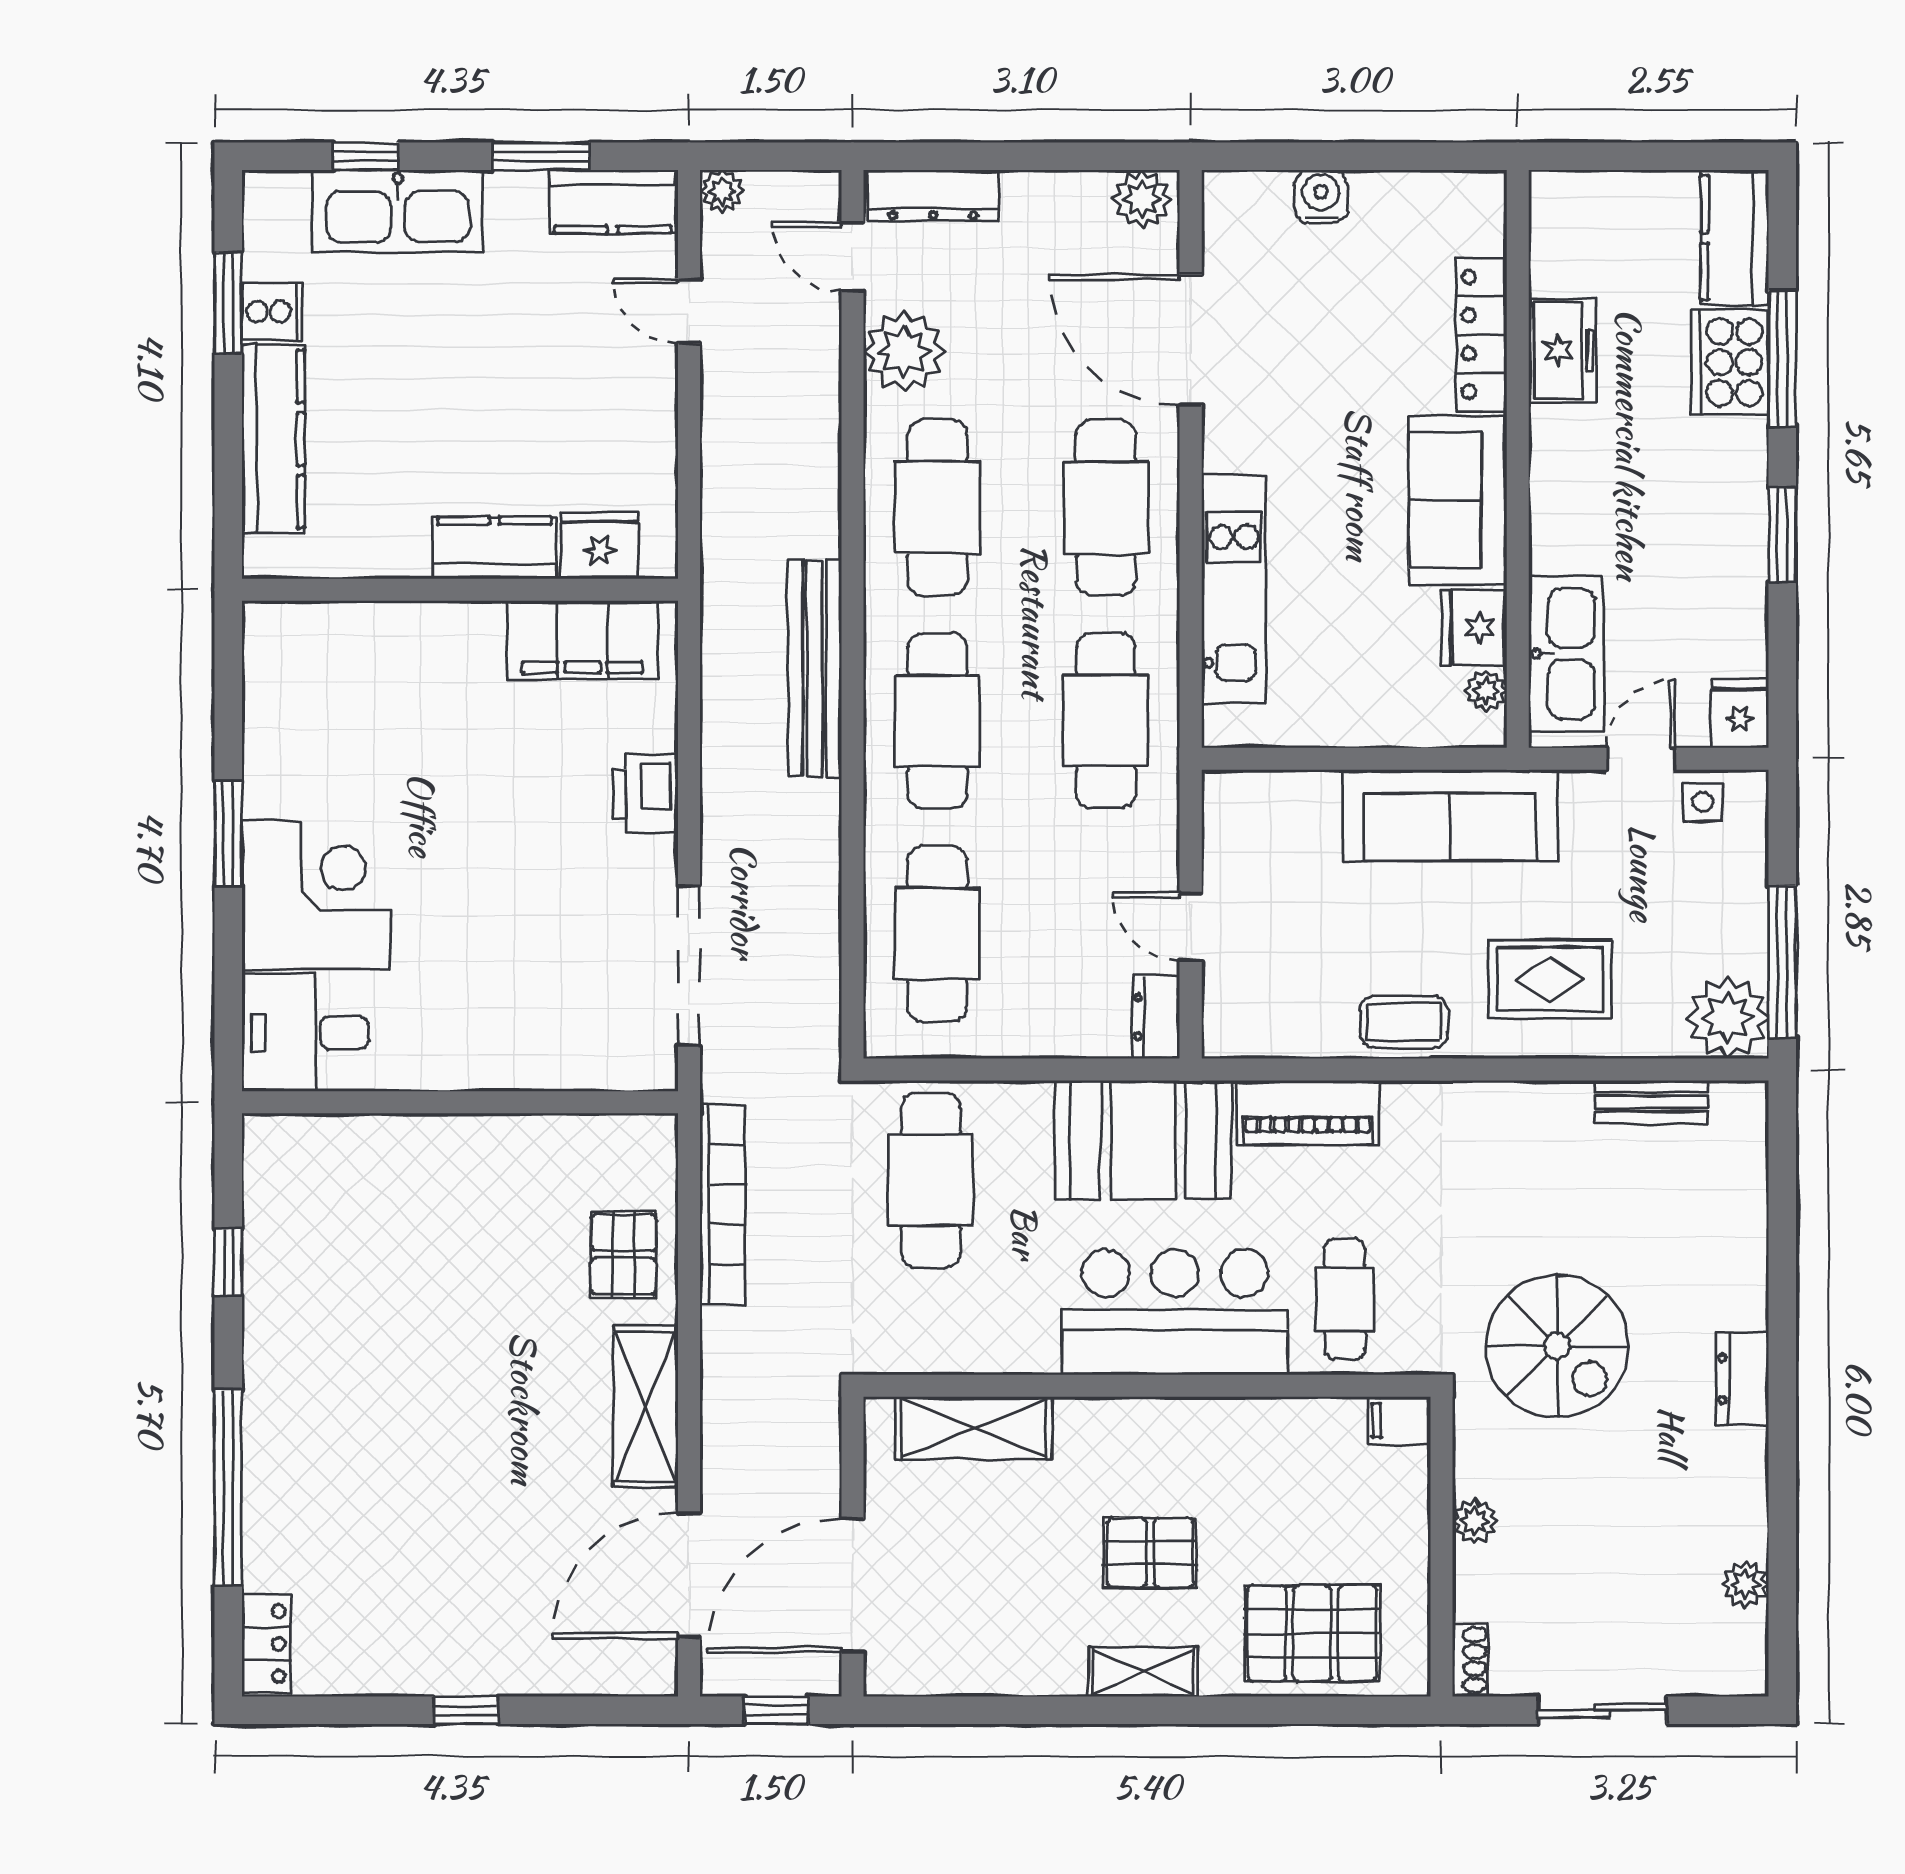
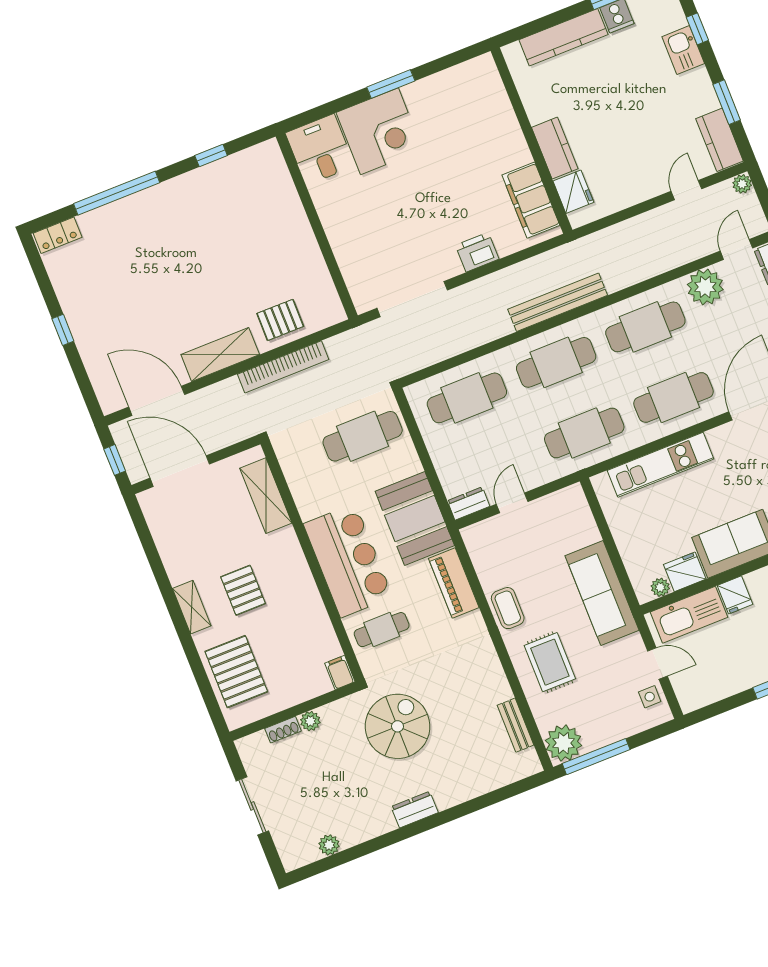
kitchen sink: (398, 211) -> (683, 50), width x0.53, depth x0.81
fridge: (1740, 713) -> (735, 595), moved, turned 90
bookcase: (723, 1205) -> (283, 367), moved
spiral stairs: (1557, 1346) -> (398, 726), turned 180
shoe rack: (1470, 1660) -> (283, 730), moved

